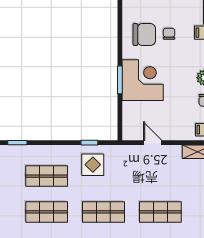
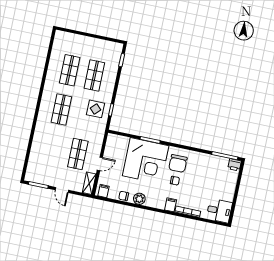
corner desk: (143, 80) -> (146, 161), width x1.36, depth x1.36
door: (153, 143) -> (100, 164), moved
shop shelf: (160, 212) -> (78, 154), moved

